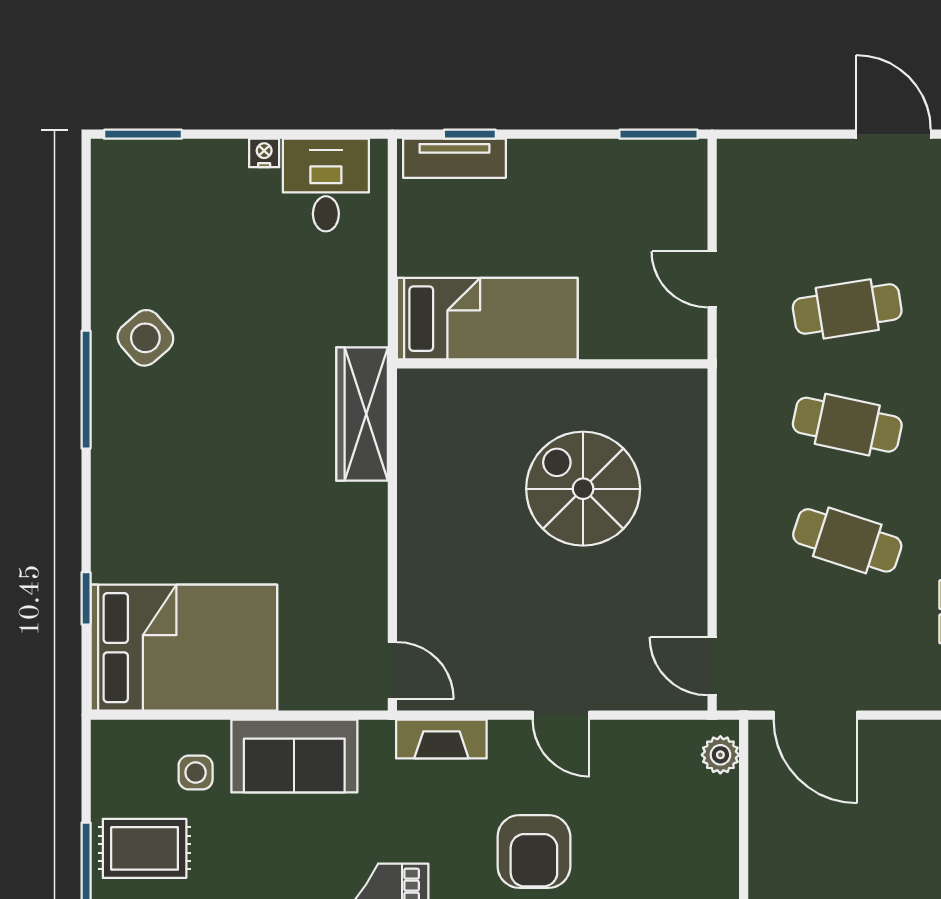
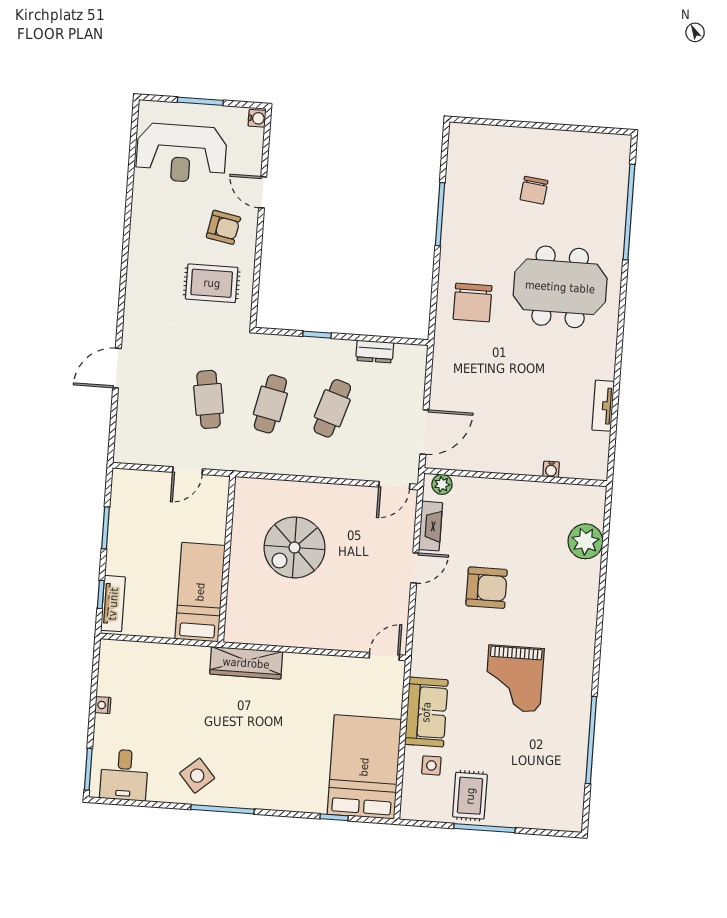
window: (659, 134) -> (105, 528), moved
desk: (326, 185) -> (124, 775), moved, turned -90
fireplace: (441, 739) -> (431, 526), moved

